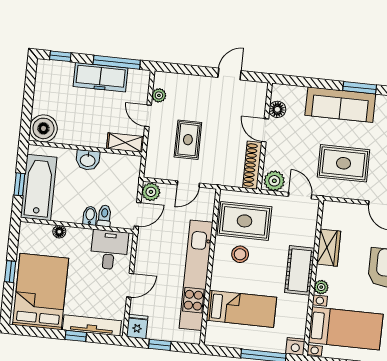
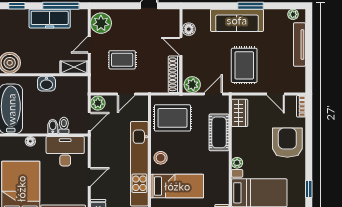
plant: (159, 95) -> (101, 23), width x1.88, depth x1.88
door: (148, 116) -> (89, 45), hinge flipped
rug: (188, 140) -> (122, 60), turned 90
rug: (344, 163) -> (244, 65), turned 90
door: (300, 196) -> (213, 94), hinge flipped
wardrobe: (329, 248) -> (240, 113), moved
desk: (109, 250) -> (65, 151), width x1.37
stool: (240, 254) -> (161, 158), moved
cot: (300, 270) -> (219, 132), moved

